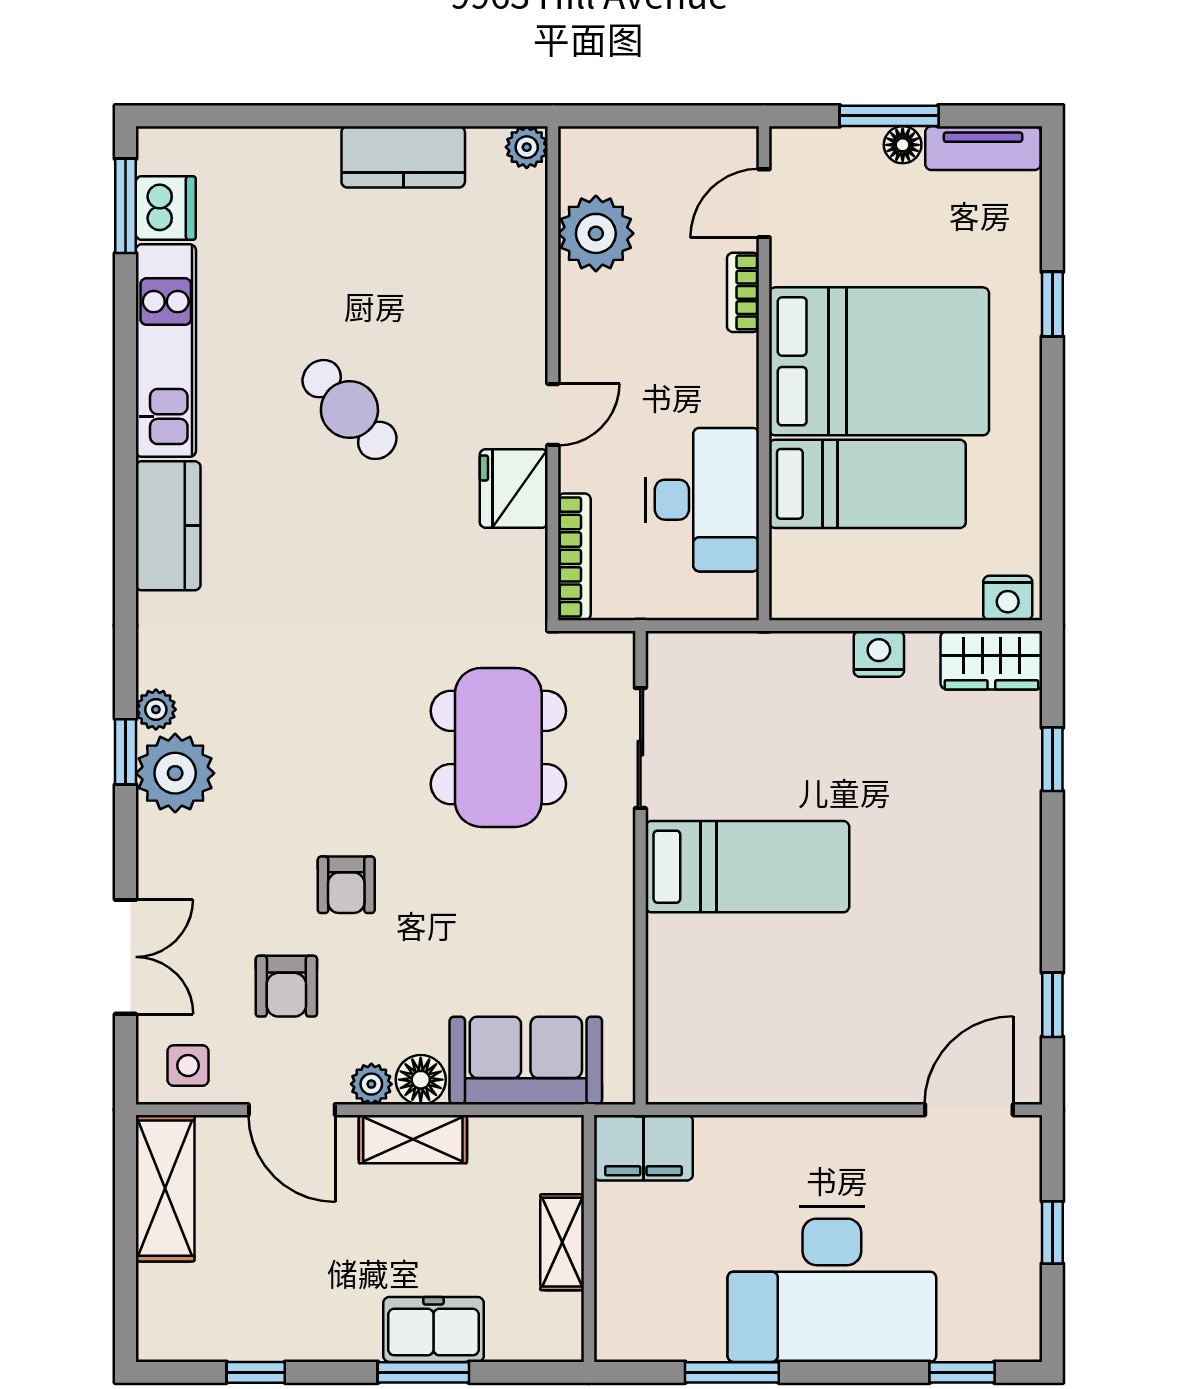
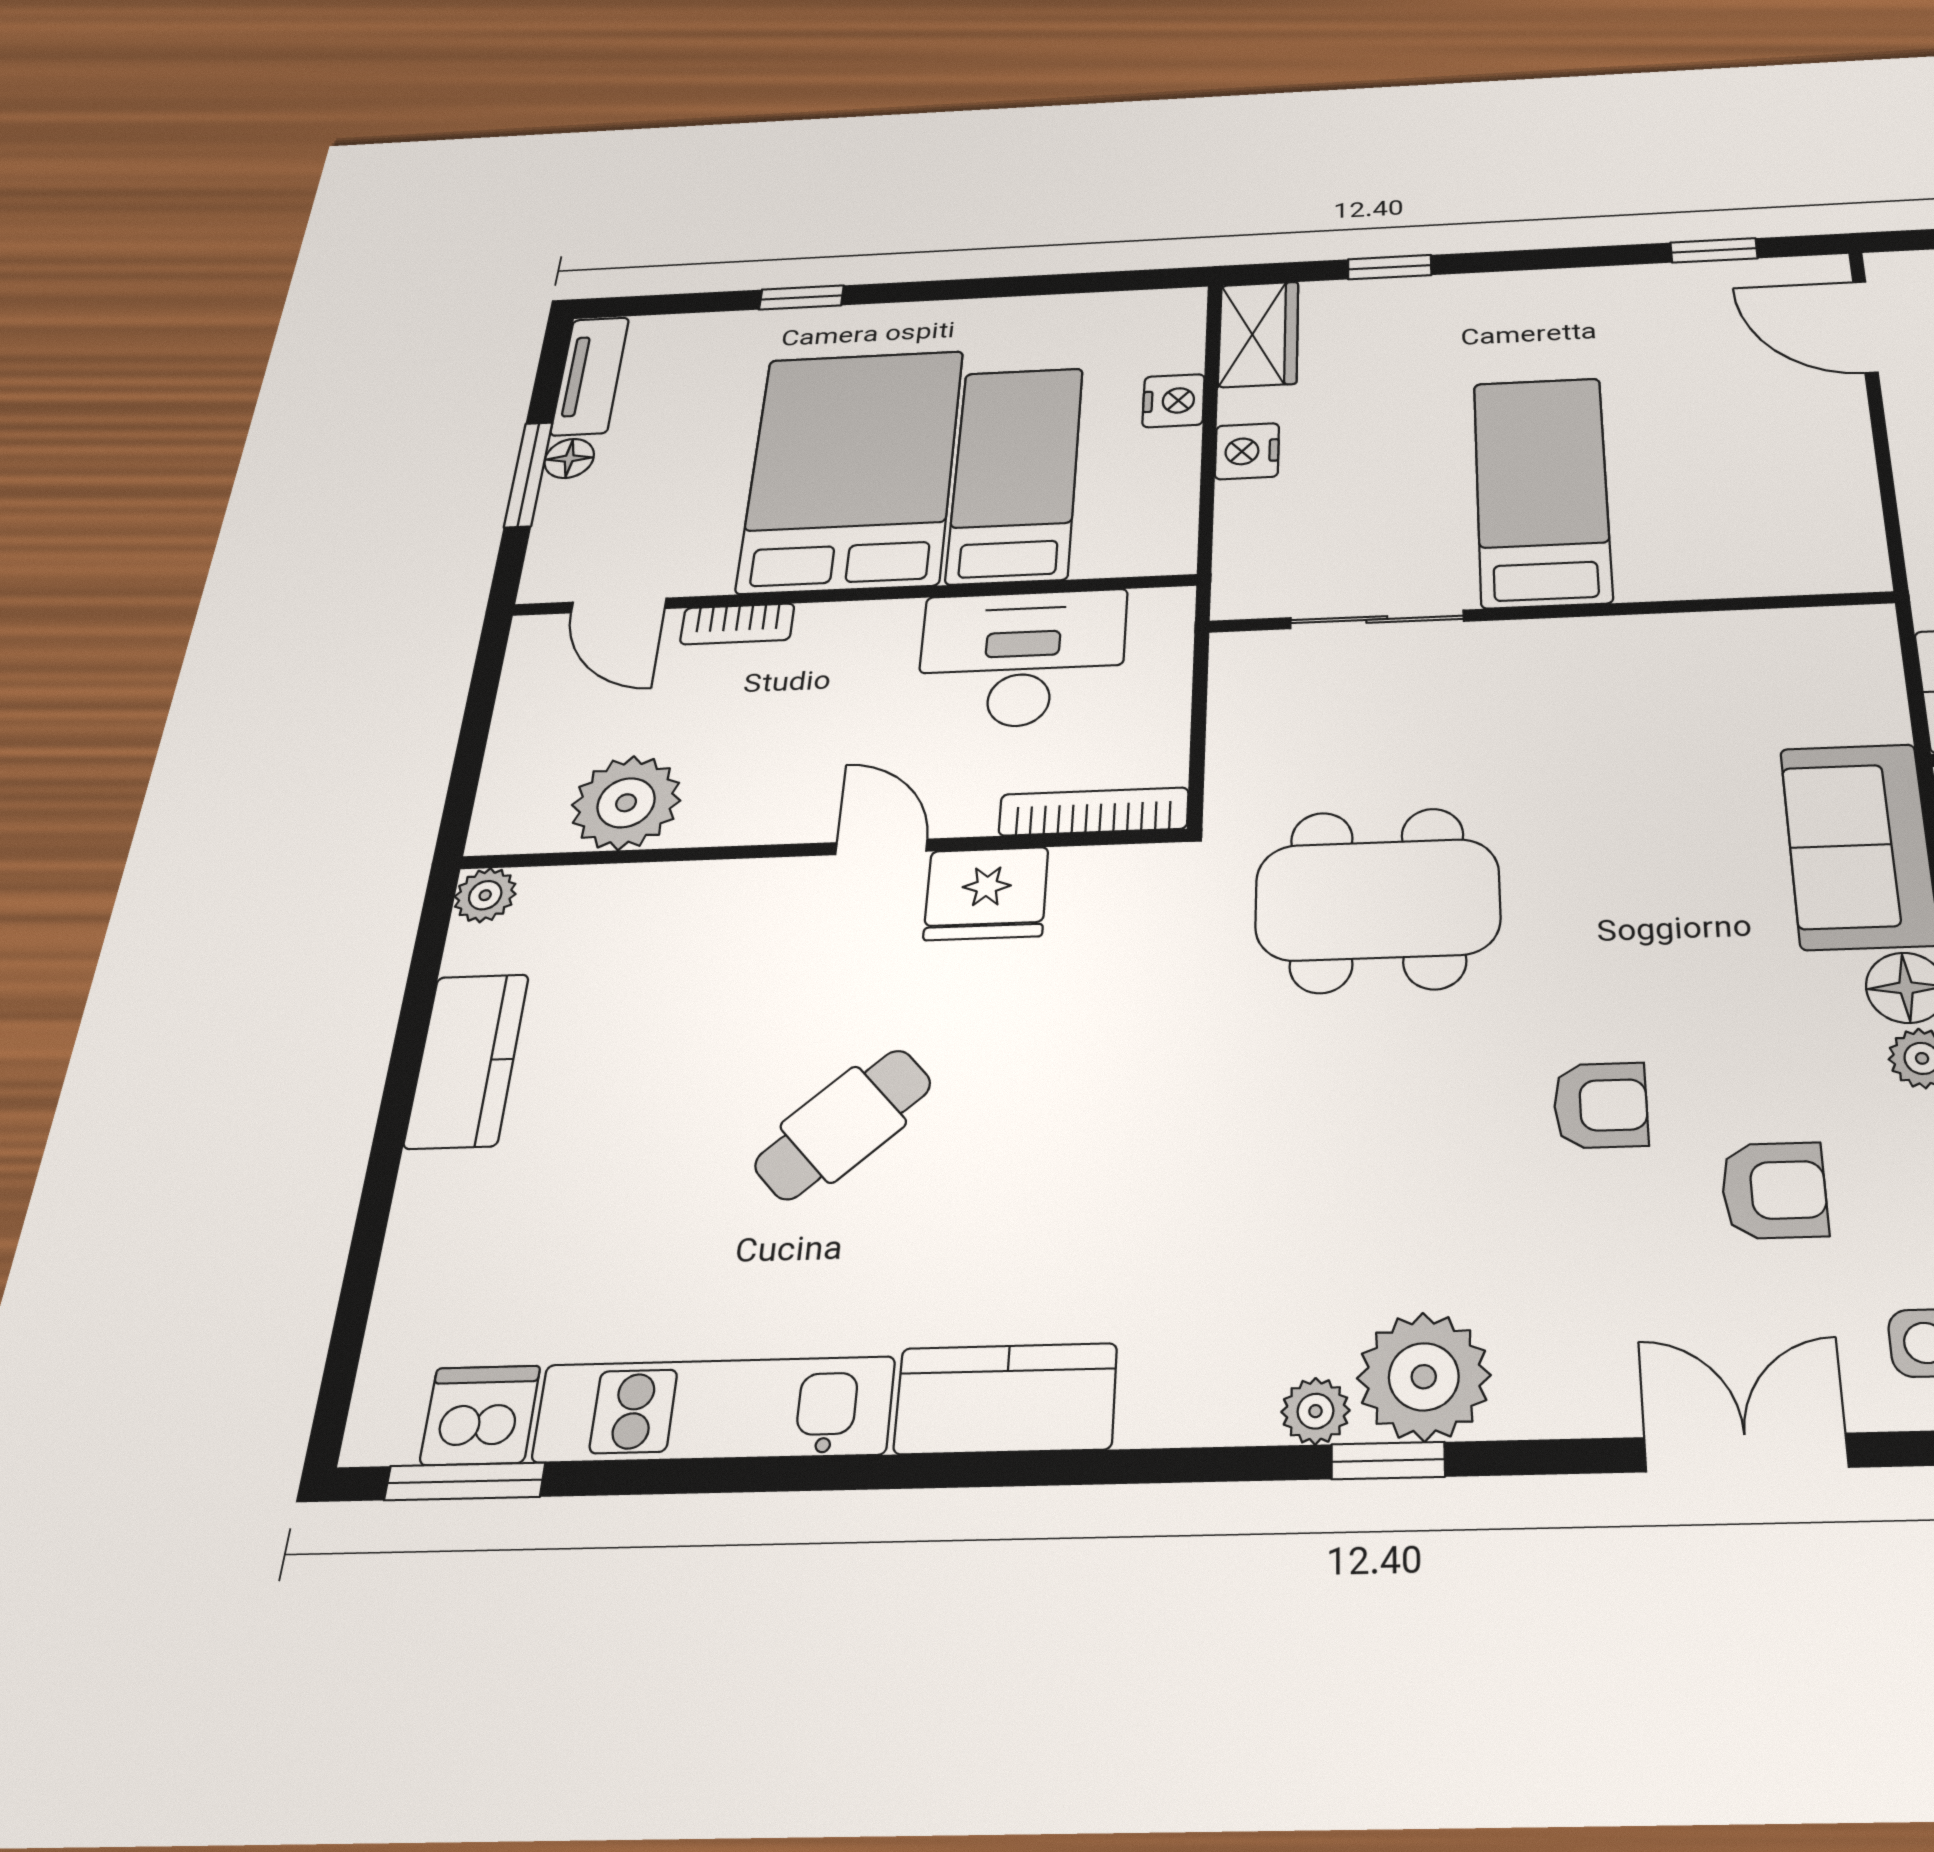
nightstand: (1008, 598) -> (1174, 401), moved
sliding door: (640, 748) -> (1377, 619), moved
bed: (747, 867) -> (1542, 491), moved
wall: (640, 868) -> (1549, 612), moved

